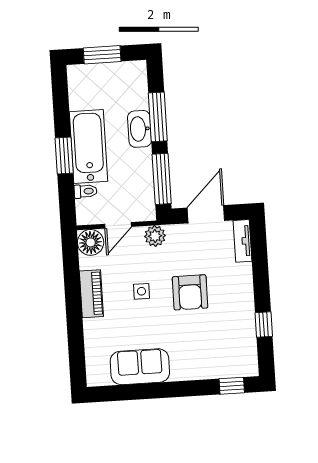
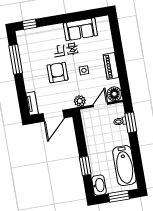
window: (158, 117) -> (85, 166), width x0.69
washbasin: (139, 129) -> (99, 185), moved
bathtub: (89, 146) -> (124, 166), moved
window: (64, 156) -> (131, 123), moved
window: (162, 179) -> (79, 132), removed
window: (264, 325) -> (16, 59), width x2.17

